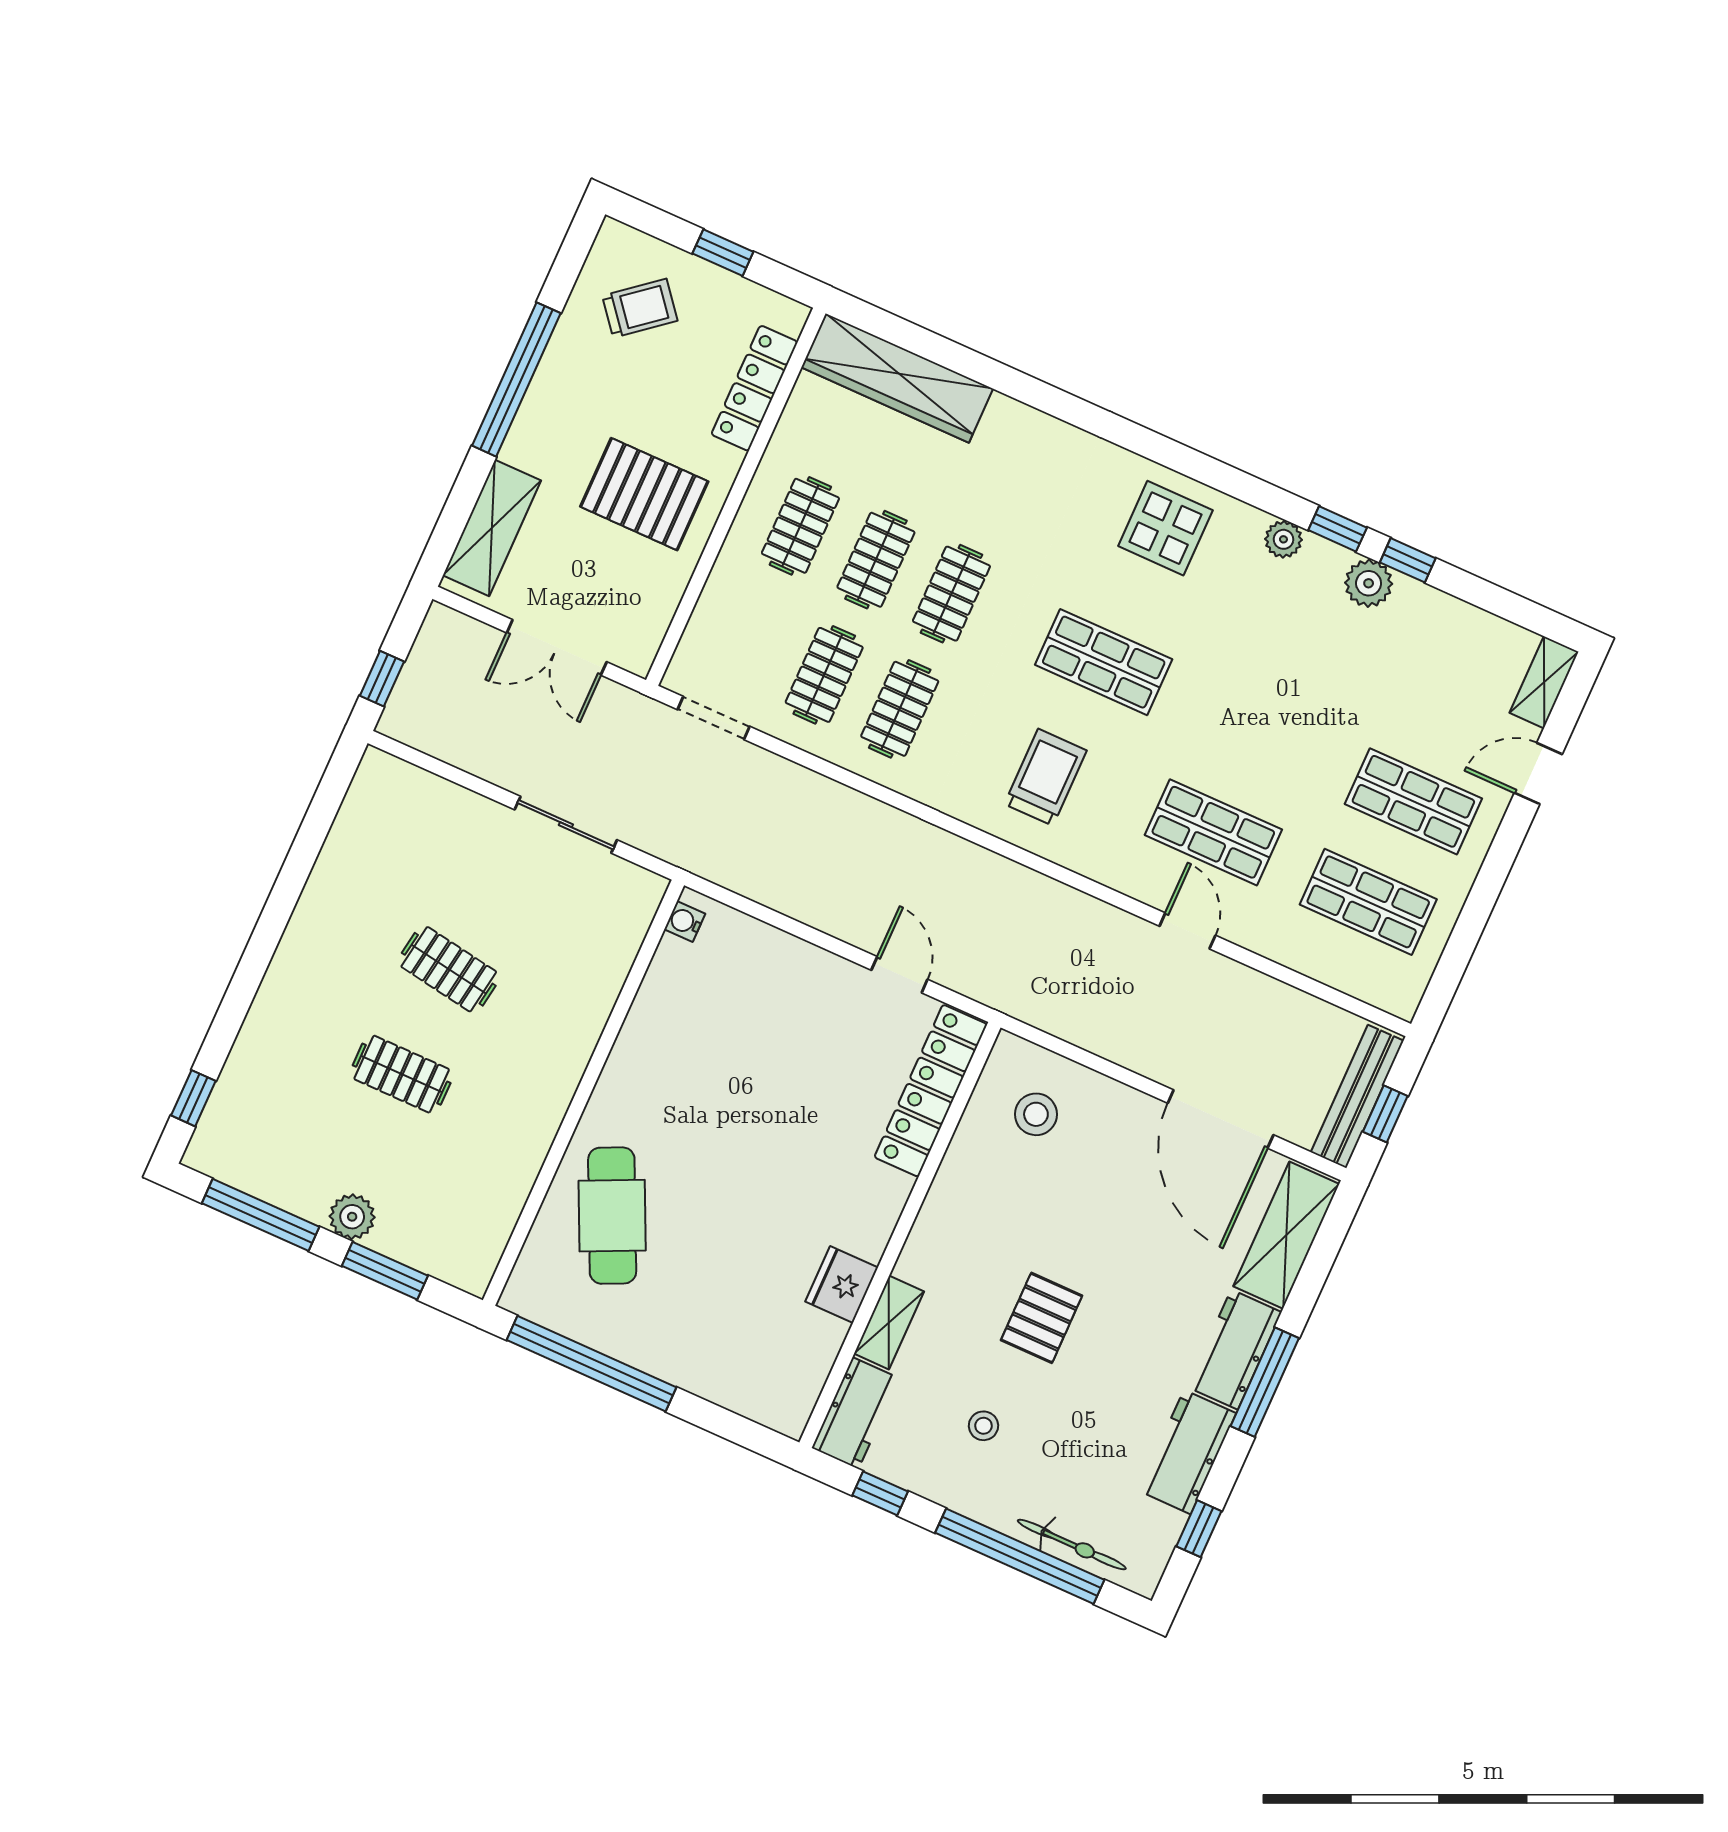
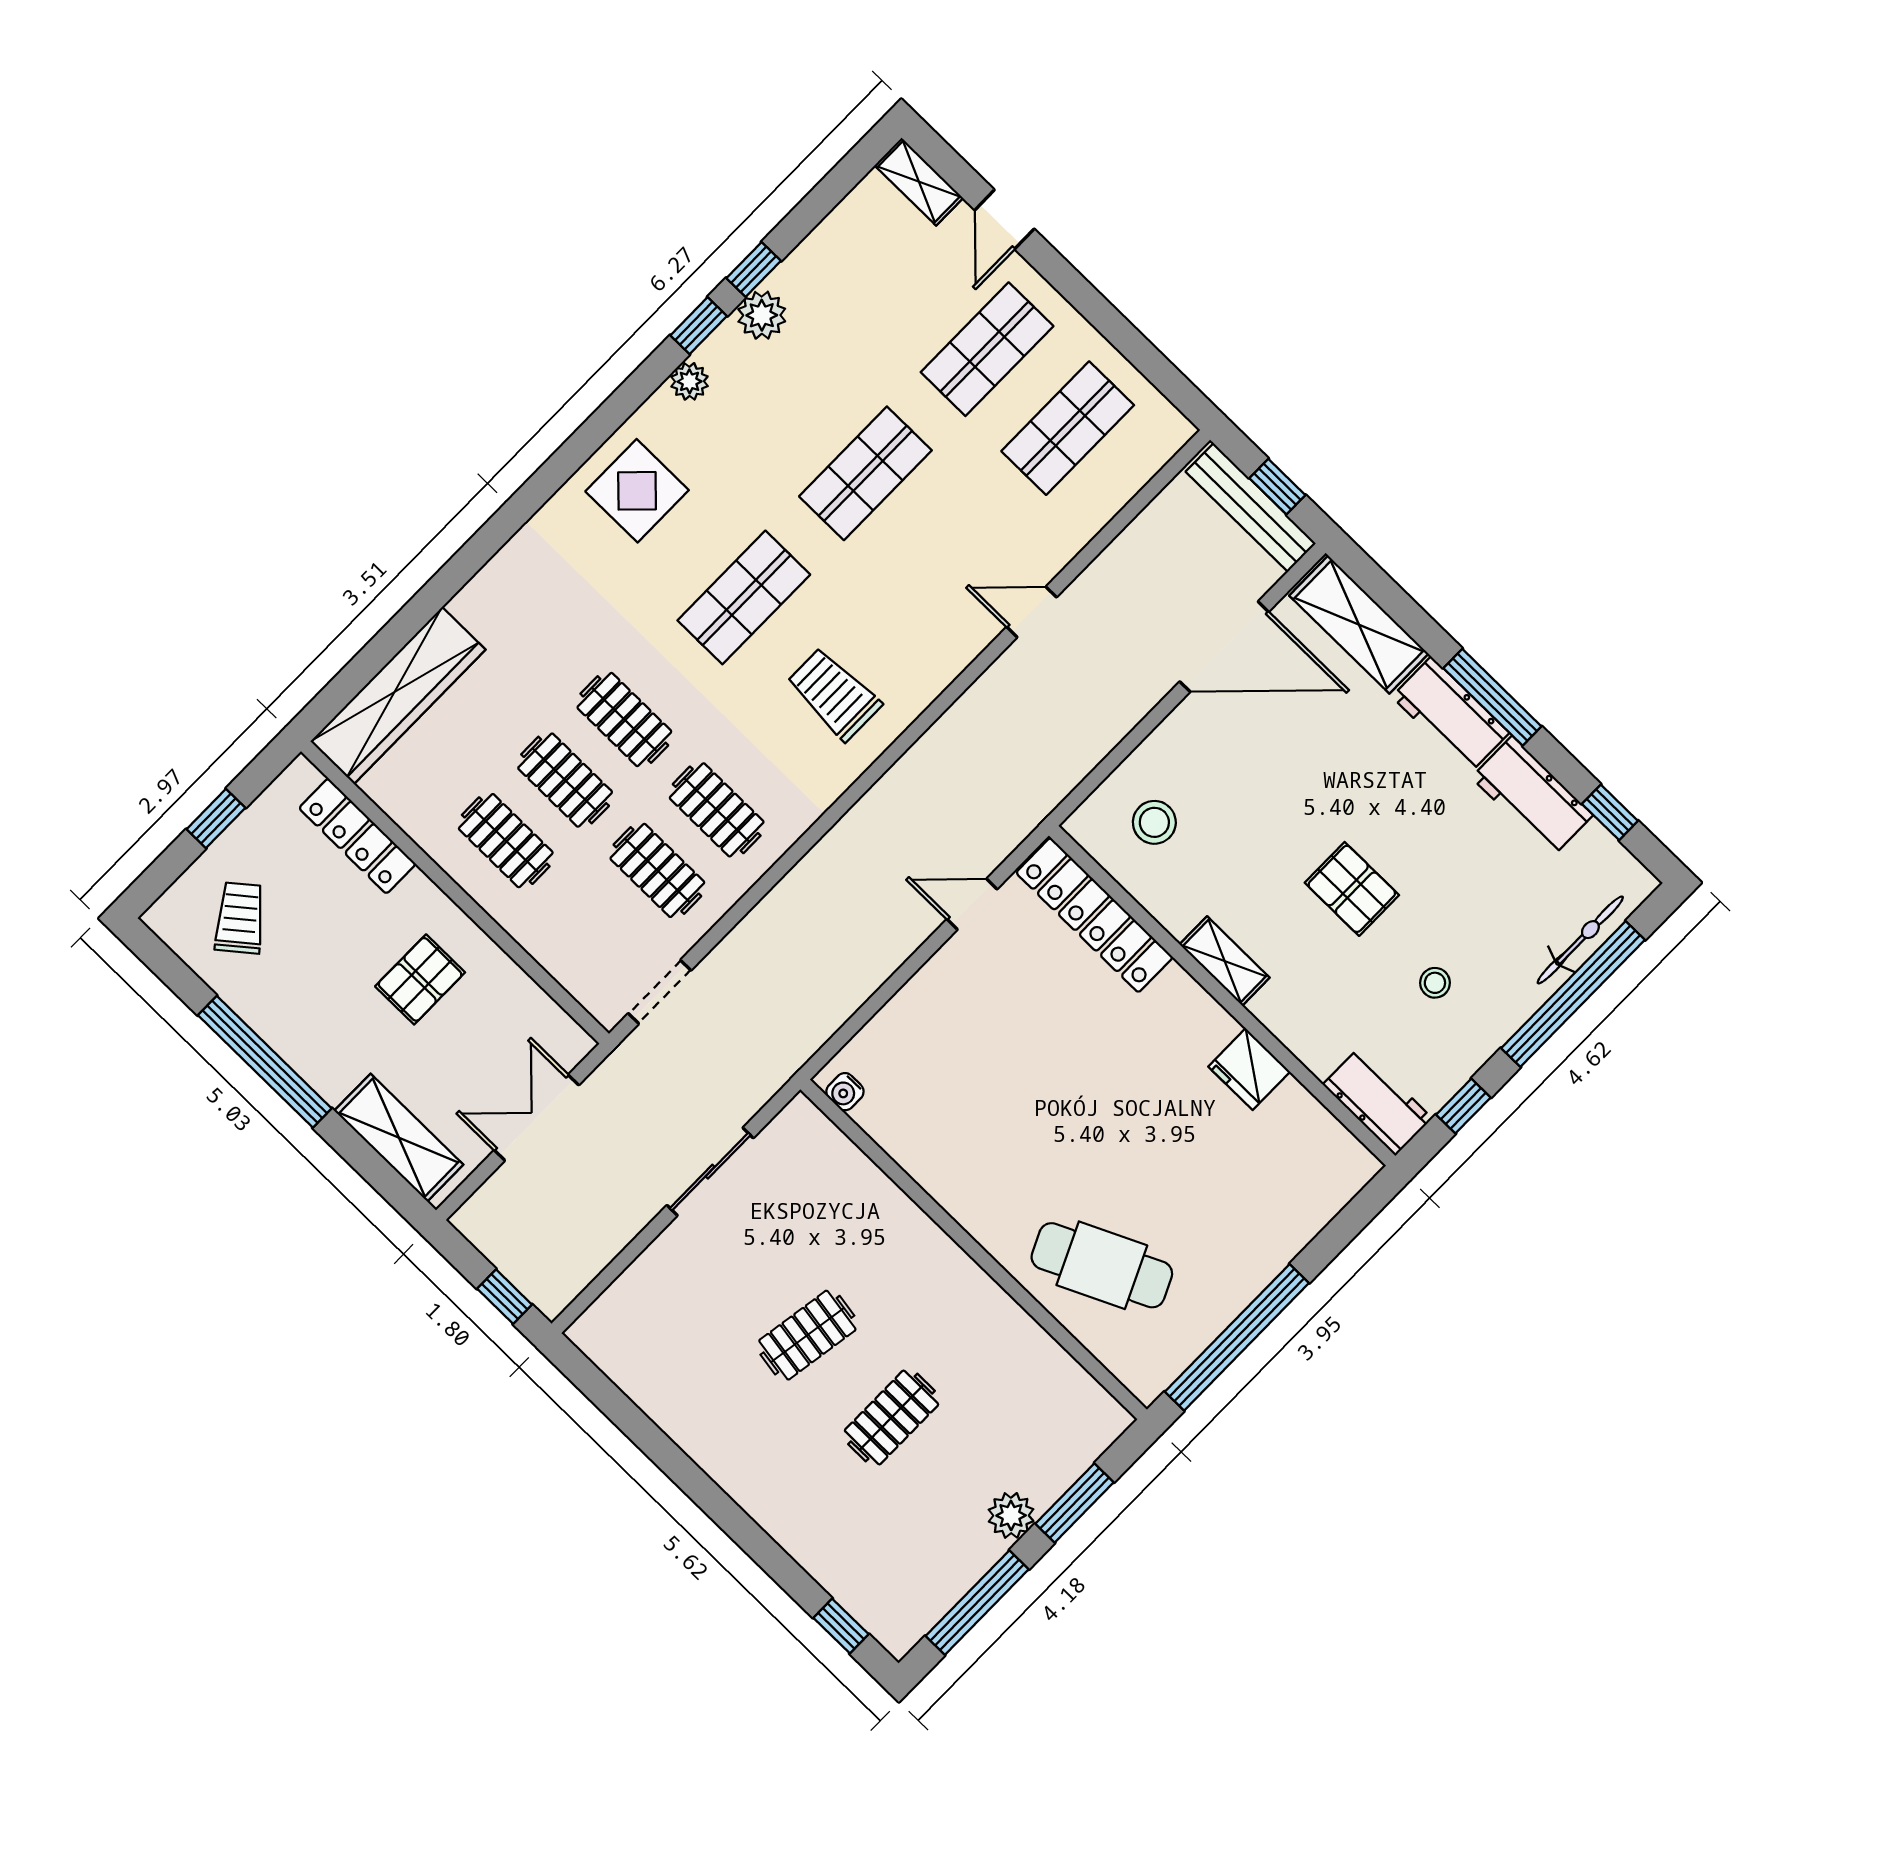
pallet: (644, 494) -> (420, 979), width x0.67, depth x0.71
double door: (557, 647) -> (536, 1118), swing flipped
shop shelf: (1213, 832) -> (865, 473), moved
shelving: (889, 1323) -> (1225, 961), moved

